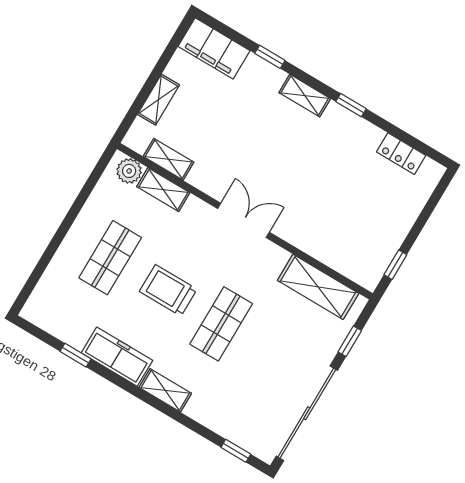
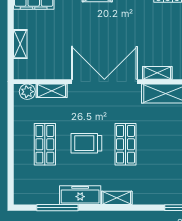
shelving: (168, 159) -> (157, 73), moved
double door: (243, 220) -> (104, 82), width x1.87
window: (75, 355) -> (57, 208), width x2.17

